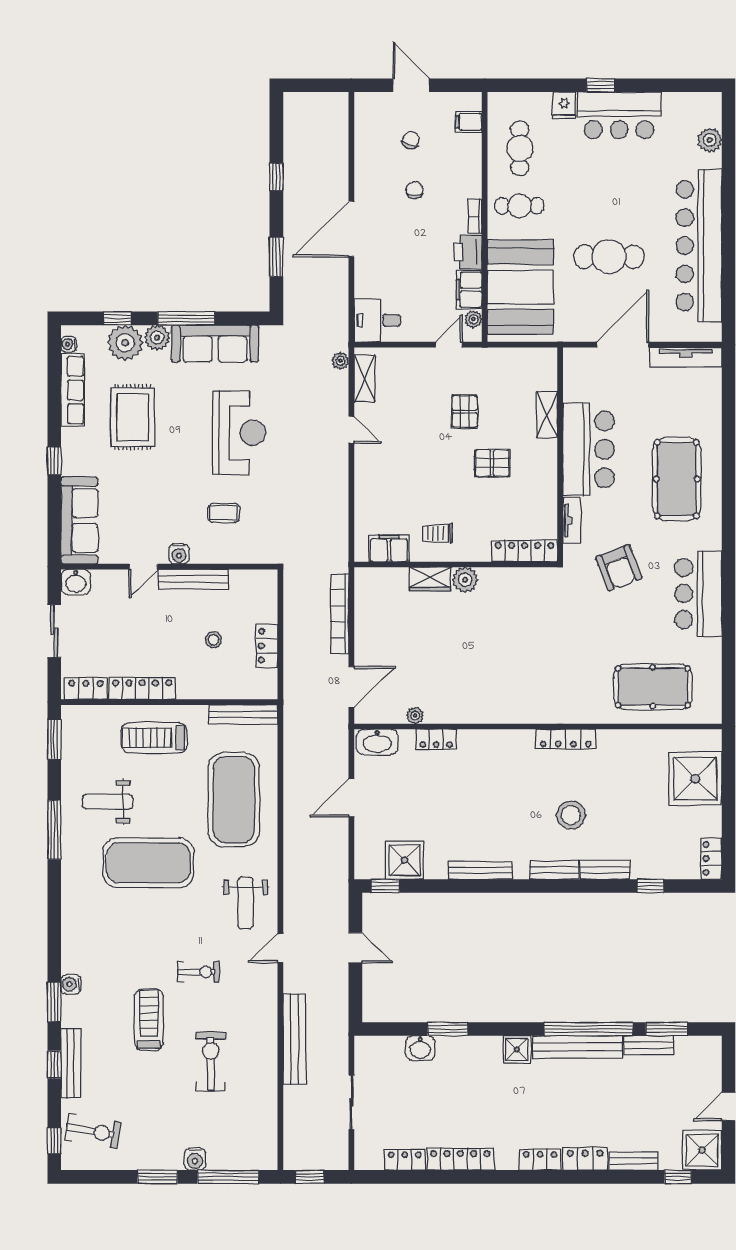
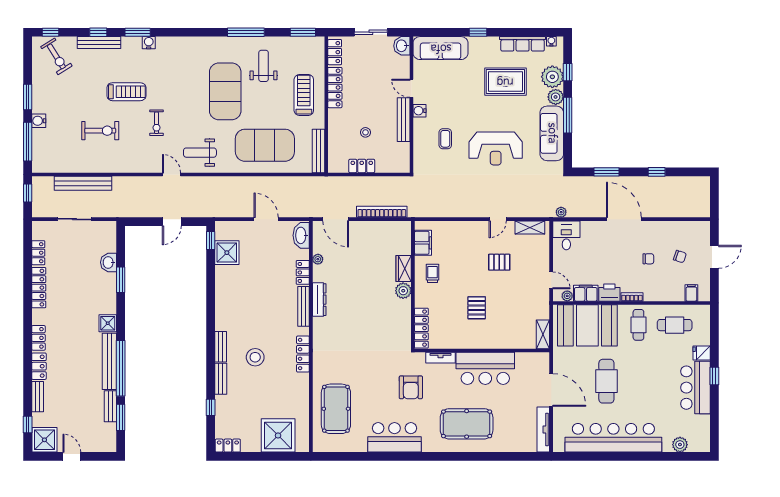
plant: (340, 361) -> (561, 212), moved
pallet: (465, 411) -> (499, 262), moved
shelving: (547, 415) -> (543, 334), moved, turned 90
armchair: (619, 568) -> (411, 387), turned -69
dresser: (479, 713) -> (319, 300), added
bench: (481, 870) -> (304, 306), moved
bench: (294, 1039) -> (83, 183), moved
exercise bike: (93, 1131) -> (56, 56), turned -42

